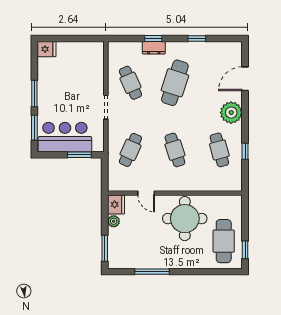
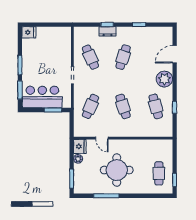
cafe table: (175, 83) -> (123, 57), width x0.73, depth x0.74
round table: (185, 219) -> (117, 170), moved
cafe table: (224, 241) -> (159, 173), width x0.73, depth x0.74

